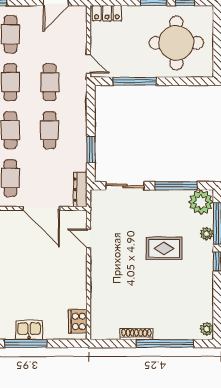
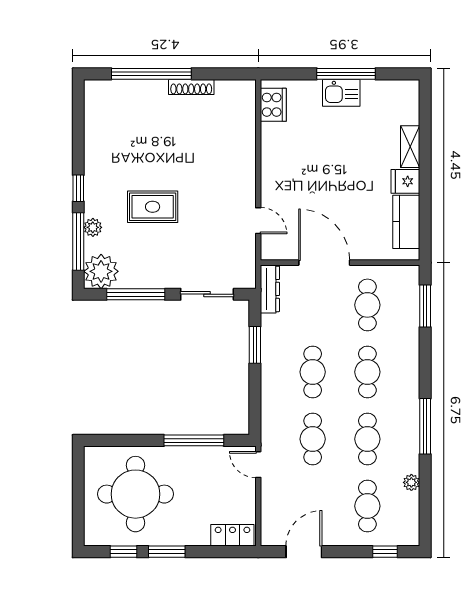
plant: (207, 329) -> (93, 94), removed

